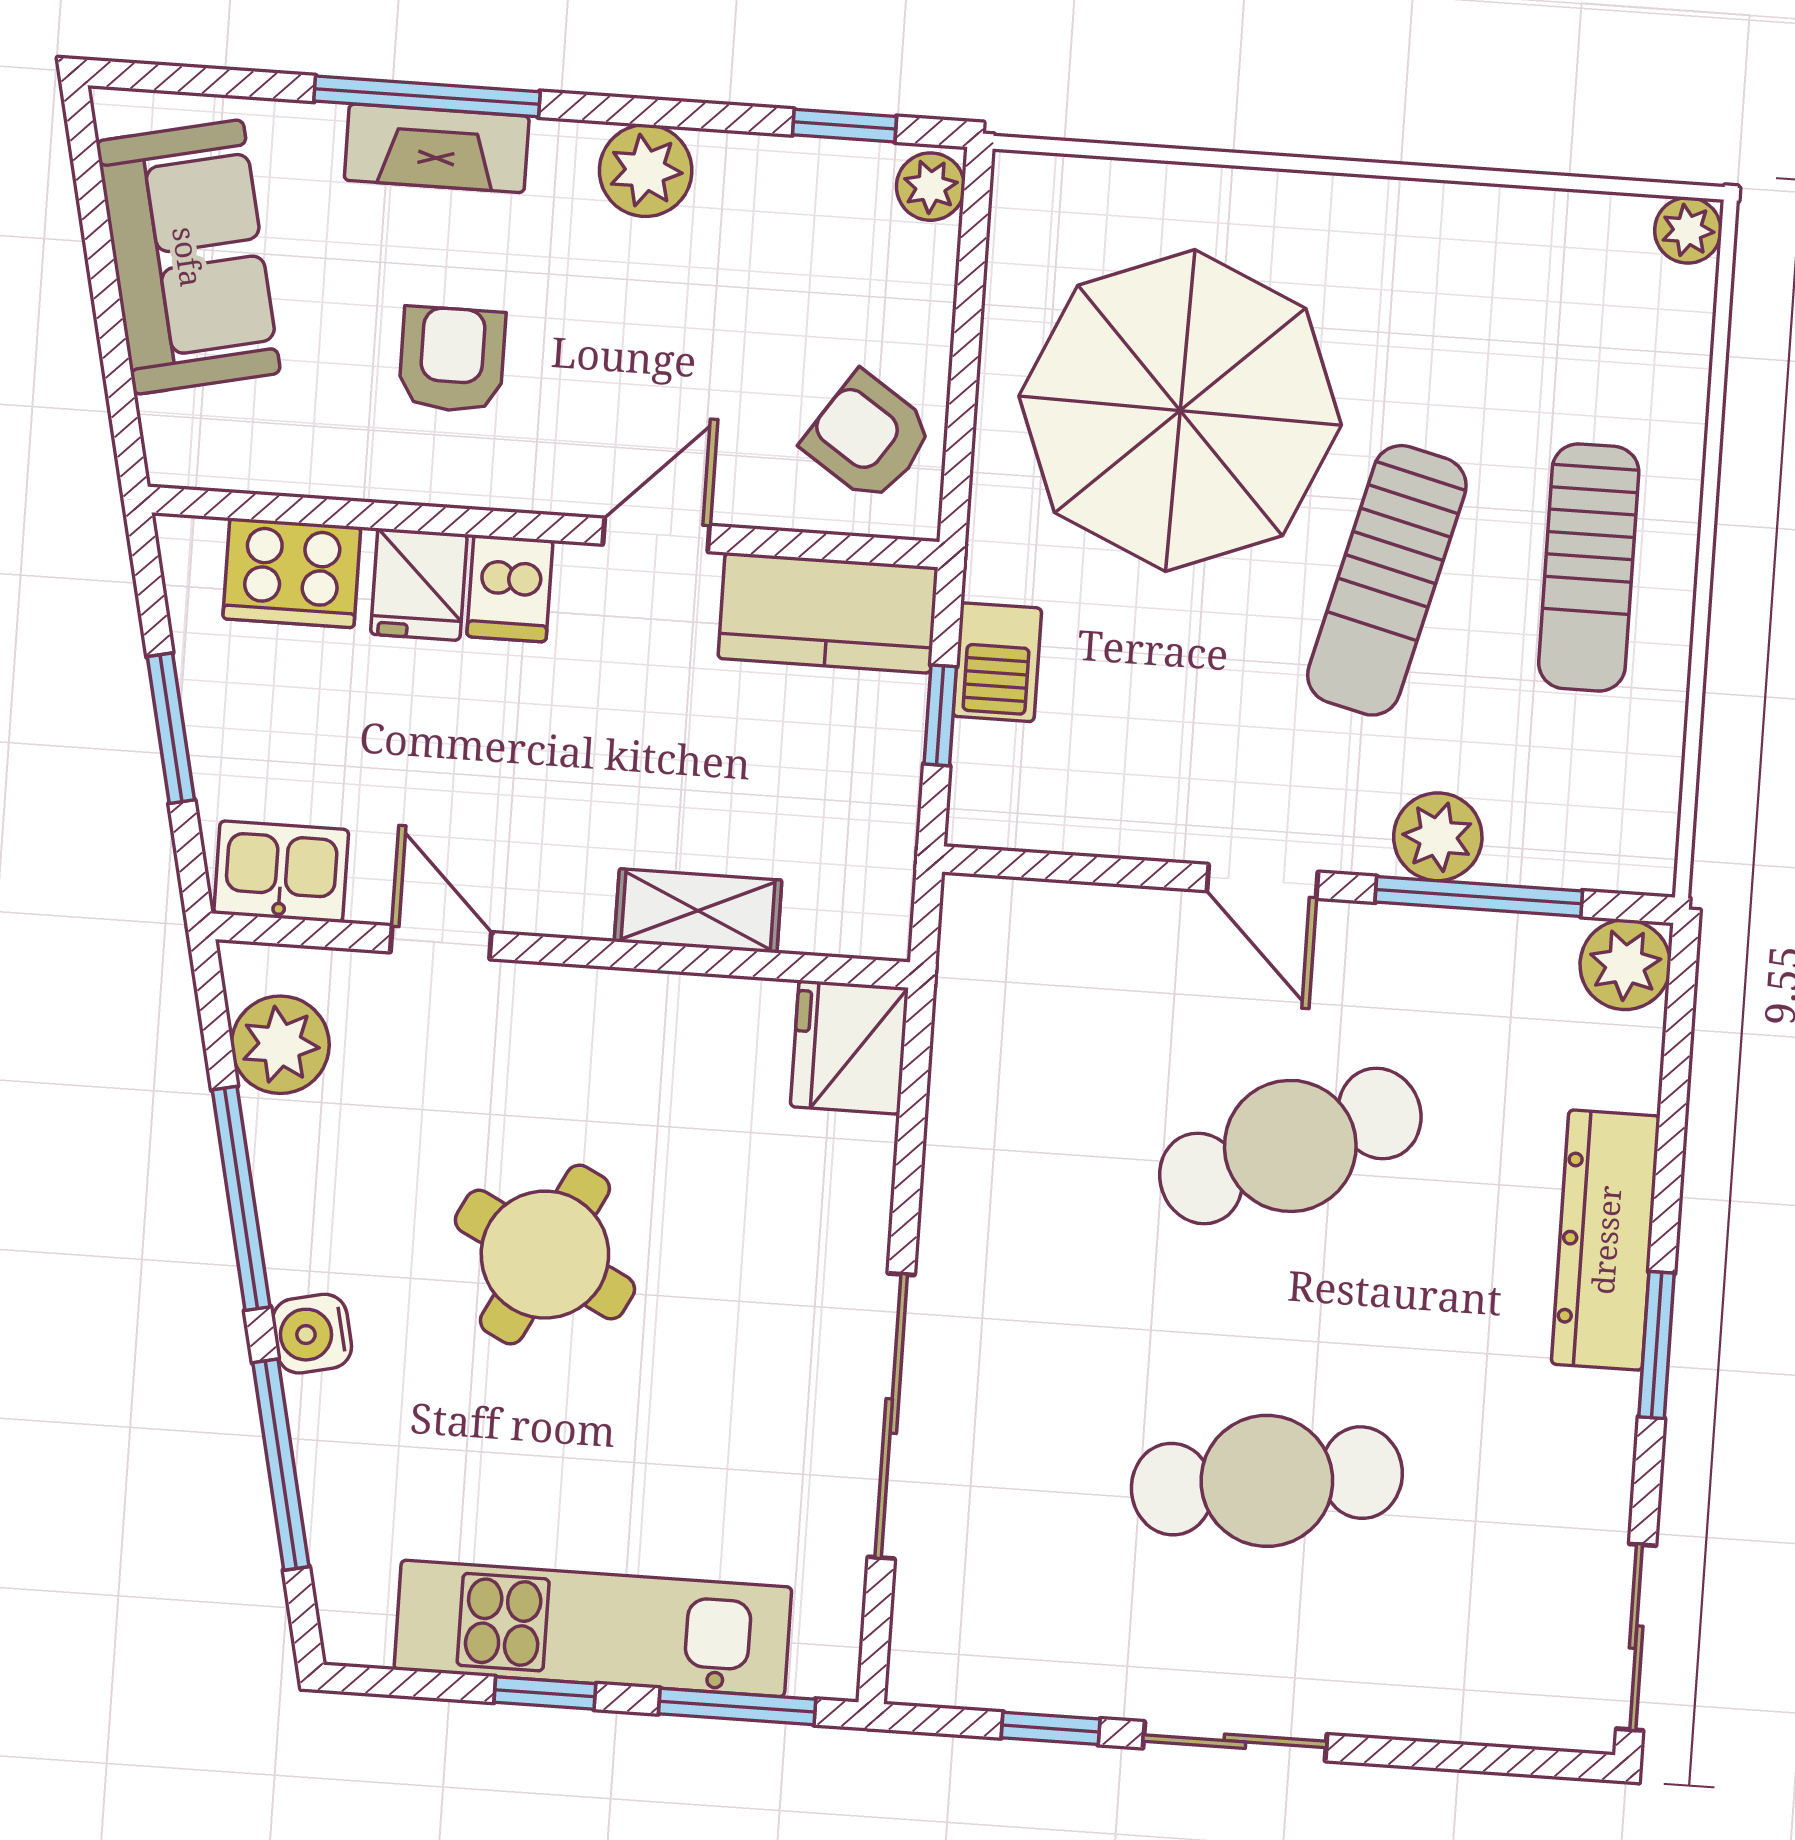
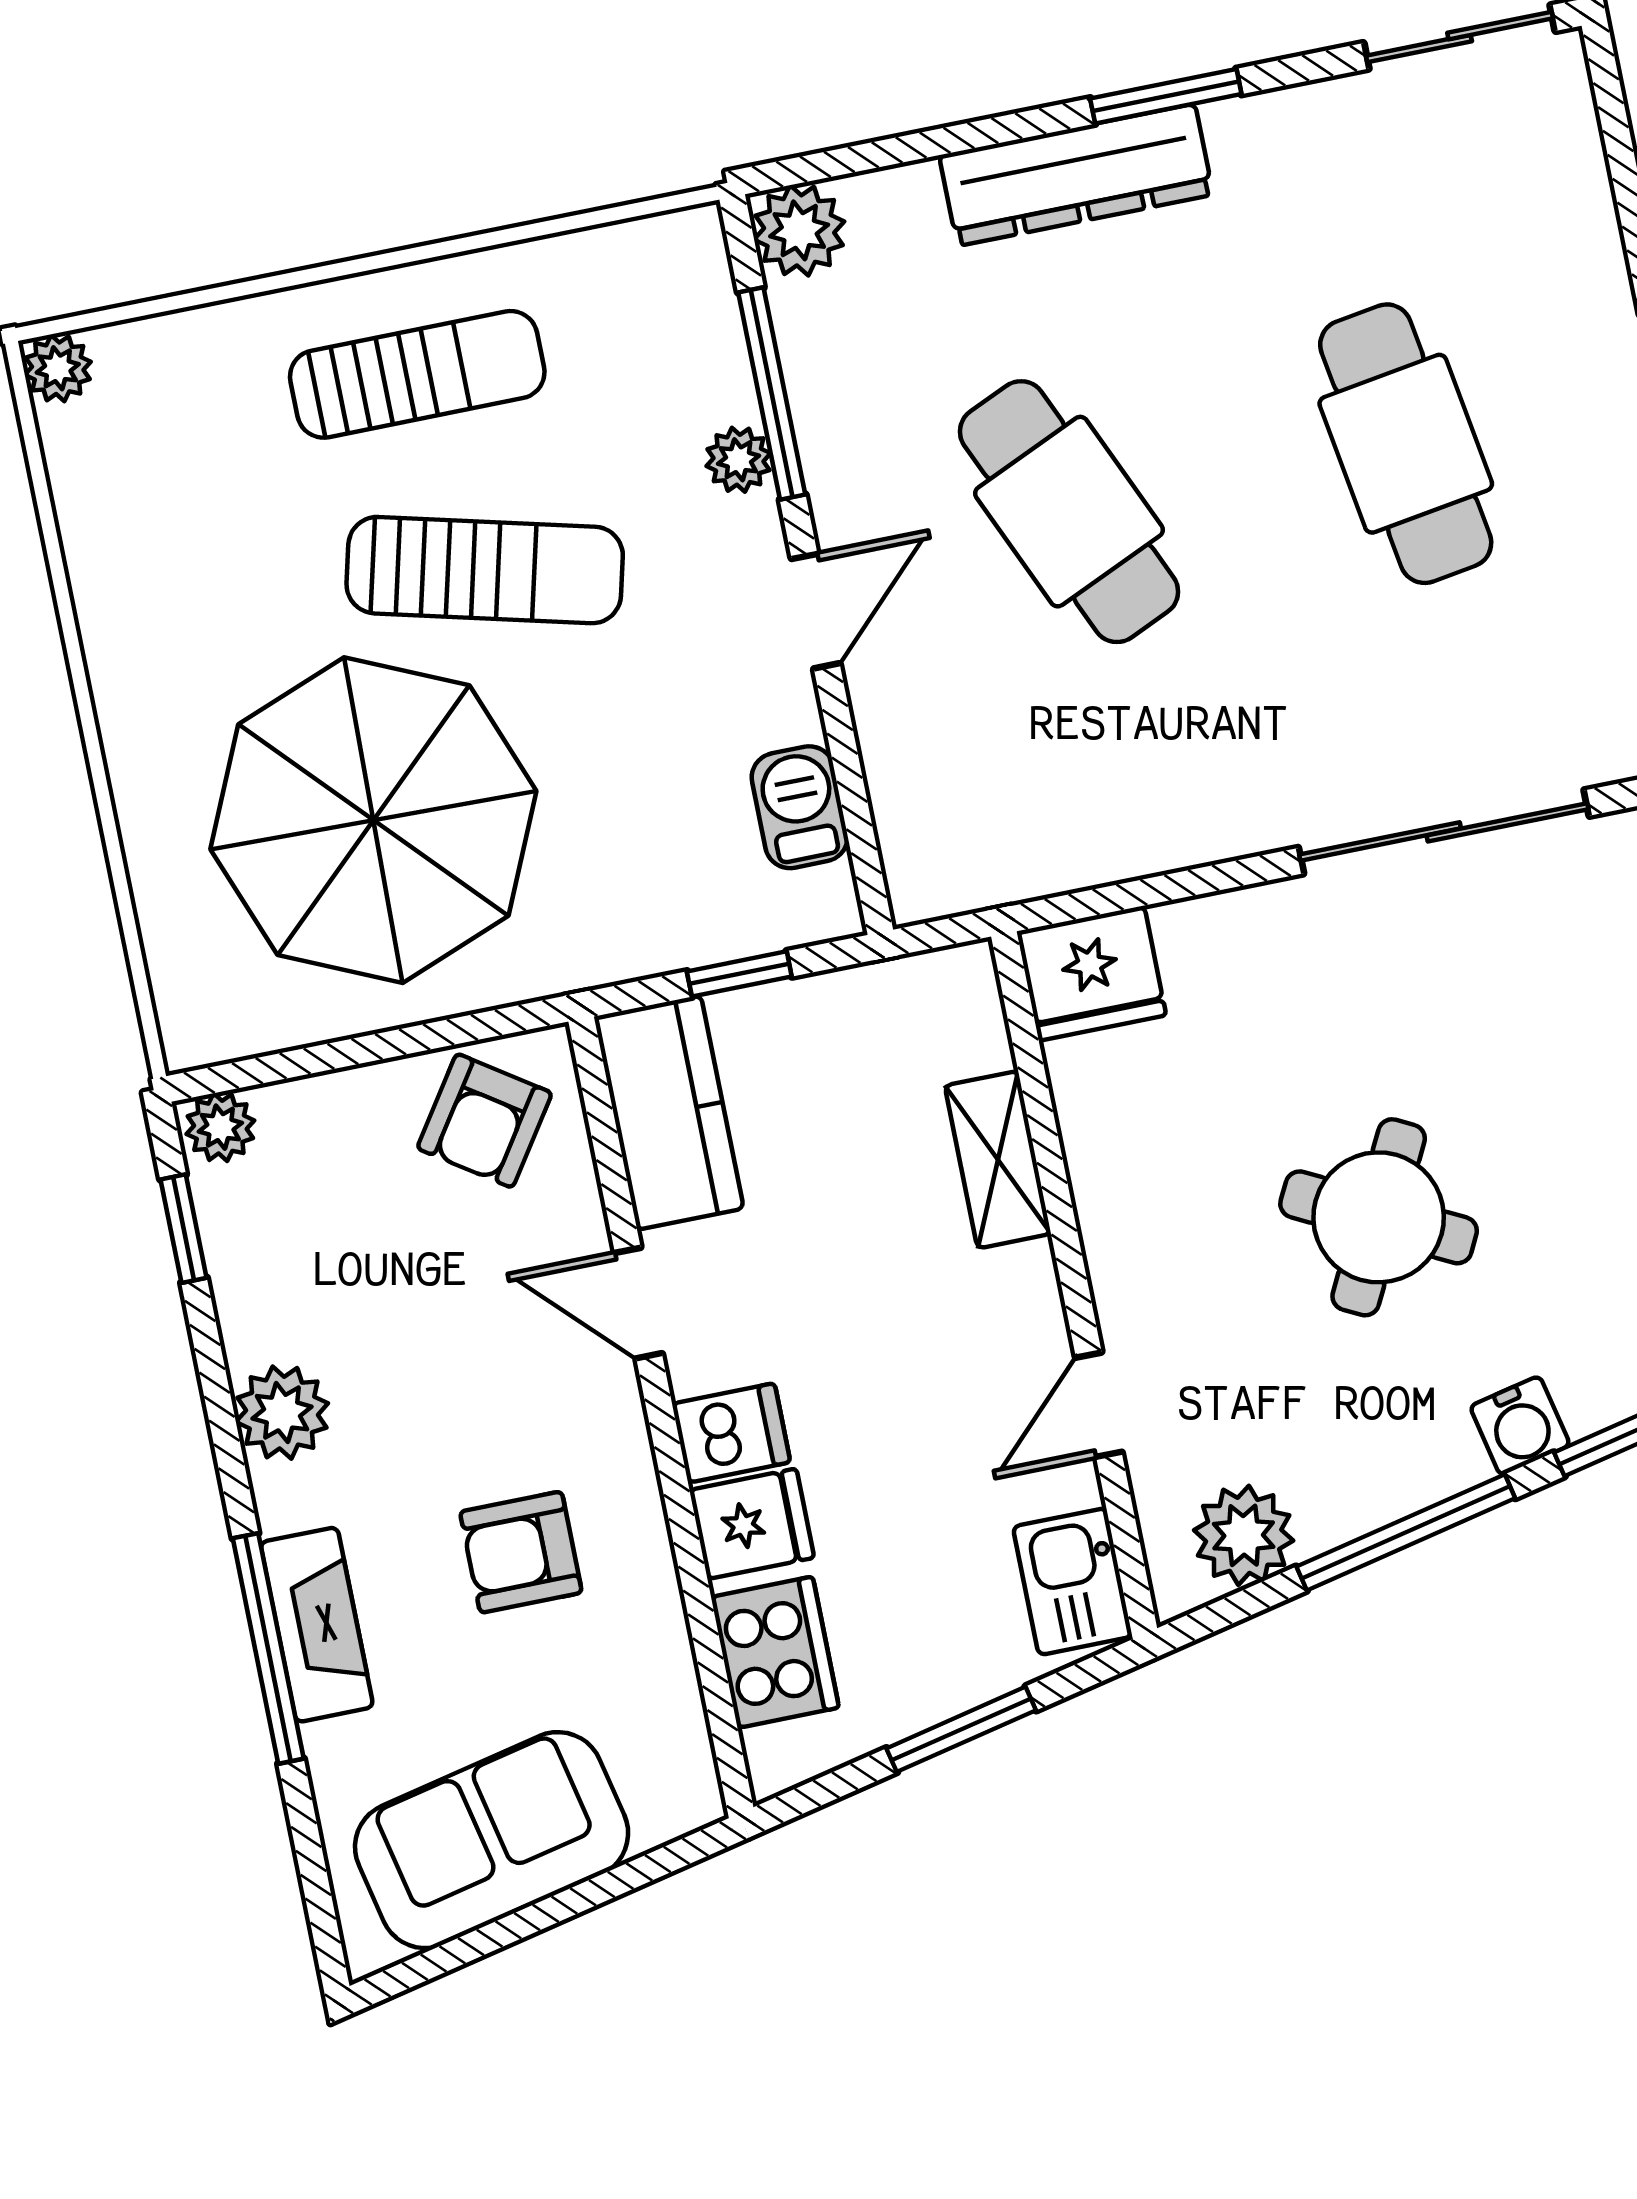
barbecue: (997, 662) -> (800, 807), moved, turned -90
plant: (1438, 837) -> (738, 460), width x0.73, depth x0.73

